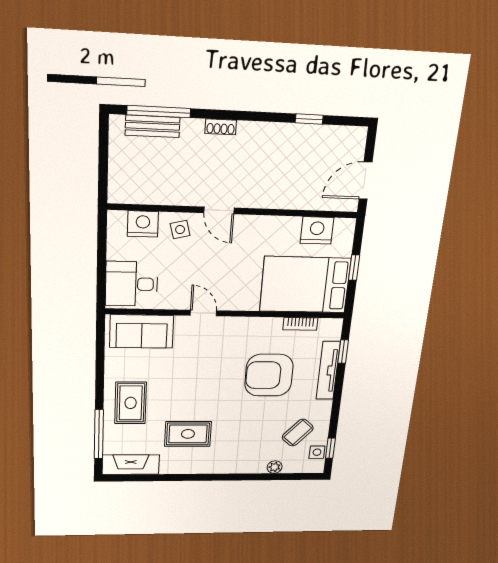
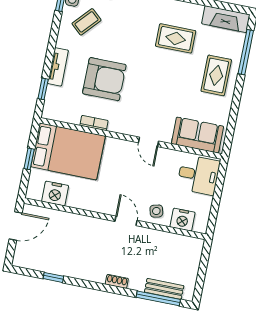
bookcase: (300, 324) -> (94, 123), moved
tv unit: (328, 371) -> (58, 67), width x0.71

